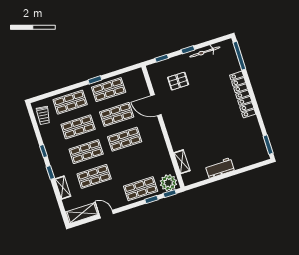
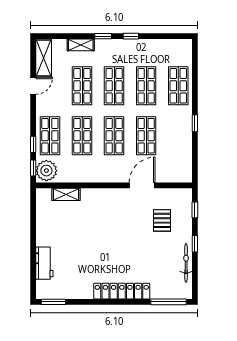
shop shelf: (109, 90) -> (82, 136), moved
trolley: (43, 115) -> (173, 49), removed
workbench: (220, 168) -> (44, 263), moved

